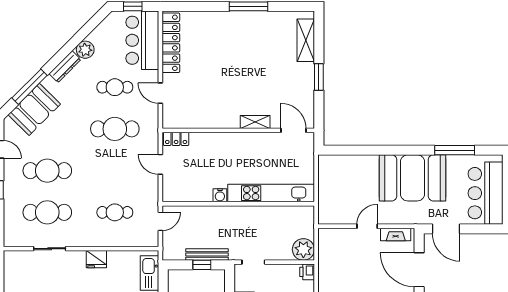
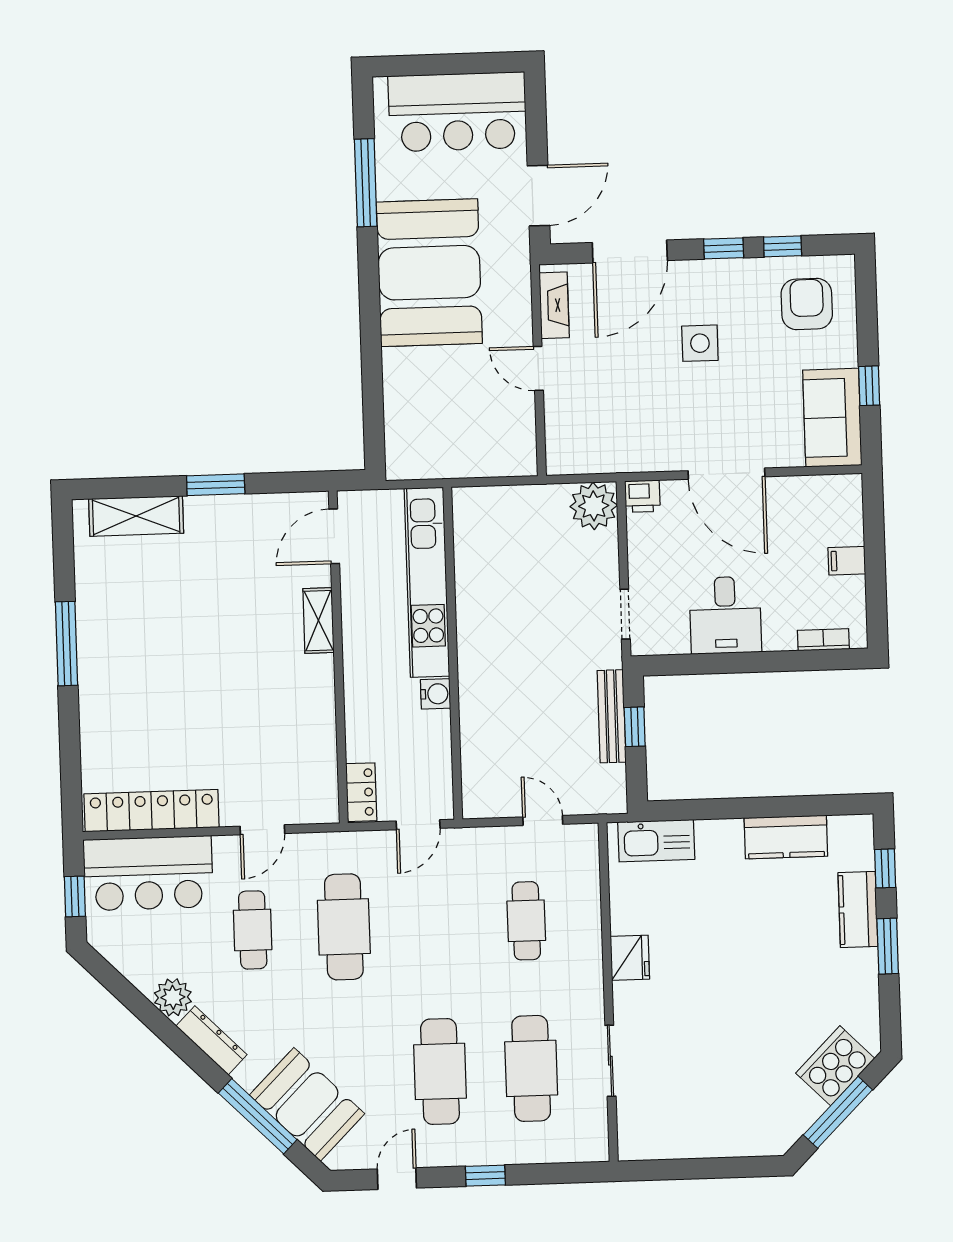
kitchen unit: (271, 193) -> (427, 582), moved
water cooler: (220, 195) -> (435, 694), moved
wall: (238, 204) -> (453, 653), moved

